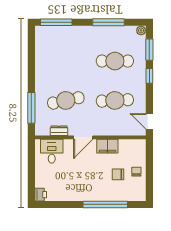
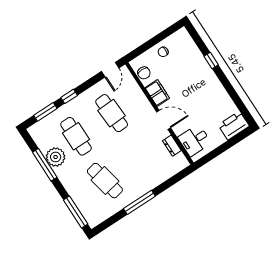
plant: (141, 30) -> (56, 157), moved, width x1.88, depth x1.88
cafe table: (66, 100) -> (105, 181), moved
window: (31, 108) -> (139, 202), moved
chair: (118, 174) -> (144, 73), moved
printer: (41, 195) -> (234, 125), width x1.87, depth x1.48
window: (105, 204) -> (211, 60), width x0.32

